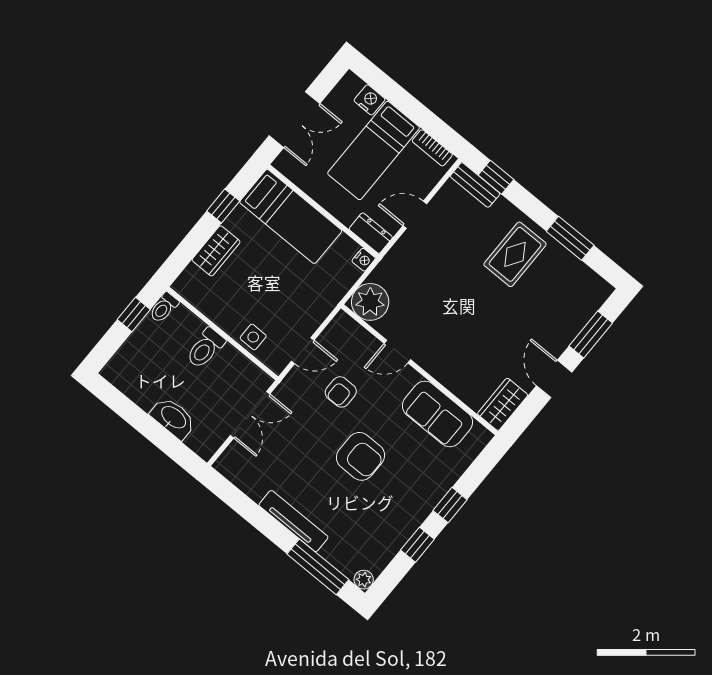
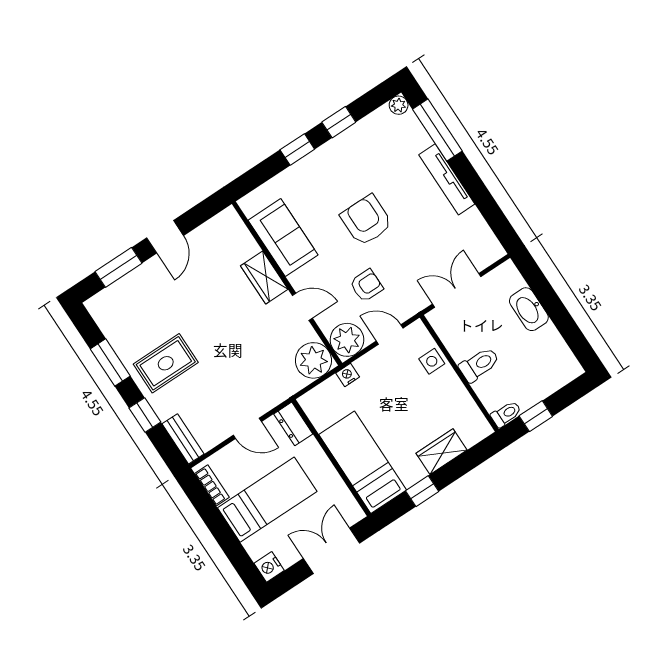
nightstand: (370, 100) -> (269, 567), moved
window: (496, 177) -> (145, 415), moved
nightstand: (364, 260) -> (348, 375), moved
plant: (343, 332) -> (347, 340), added
wardrobe: (503, 404) -> (264, 278), moved, turned 90

